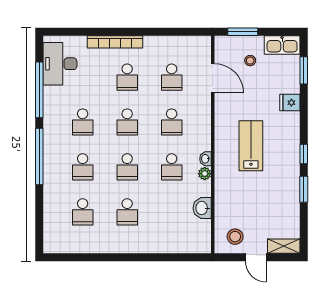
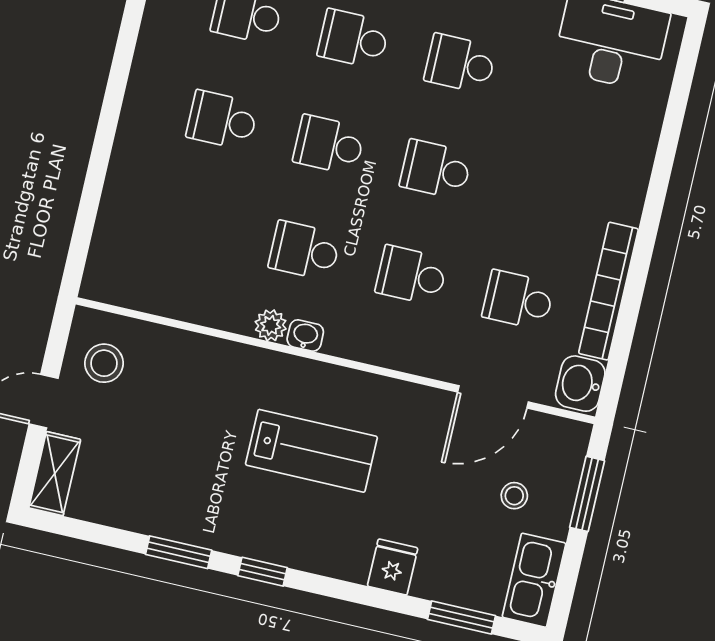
bookcase: (115, 42) -> (608, 291), moved
school desk: (127, 77) -> (543, 194), removed
washbasin: (202, 208) -> (580, 384), moved, turned -90

